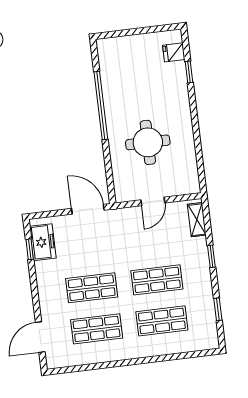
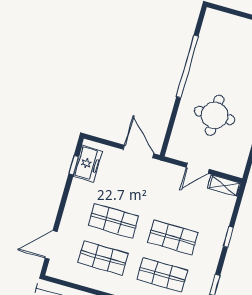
shelving: (197, 220) -> (224, 186), moved, turned 90

